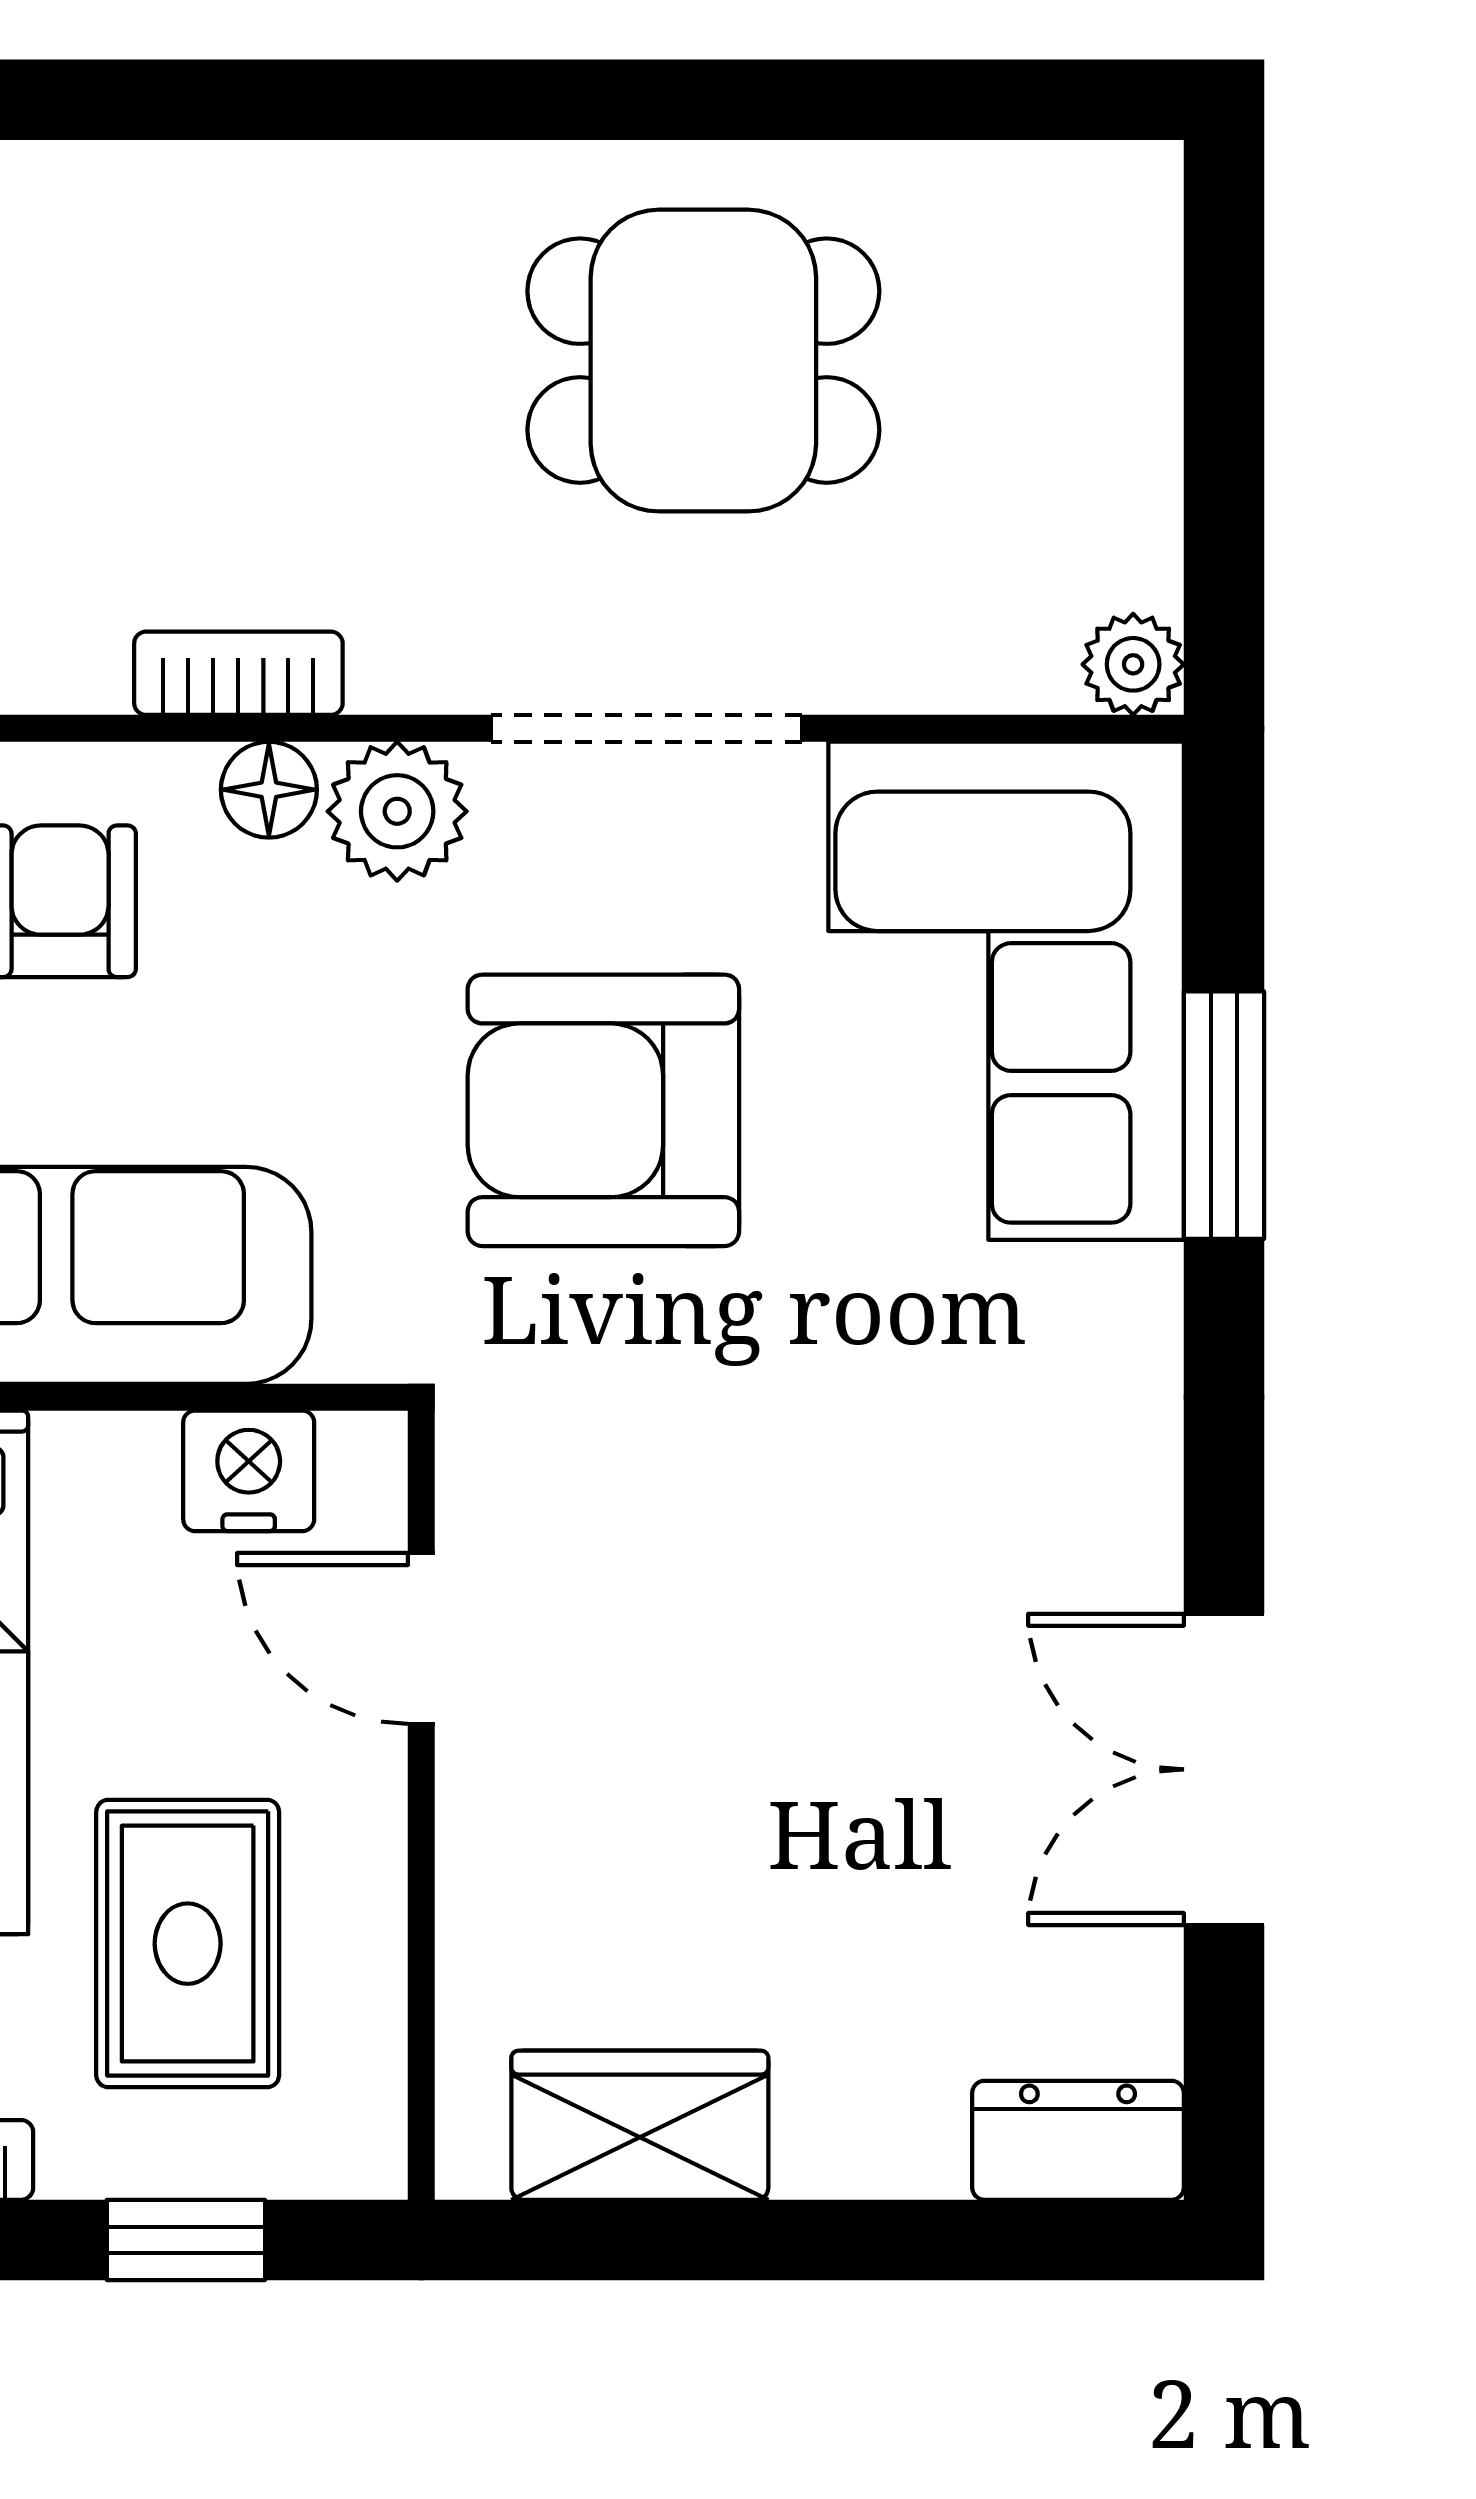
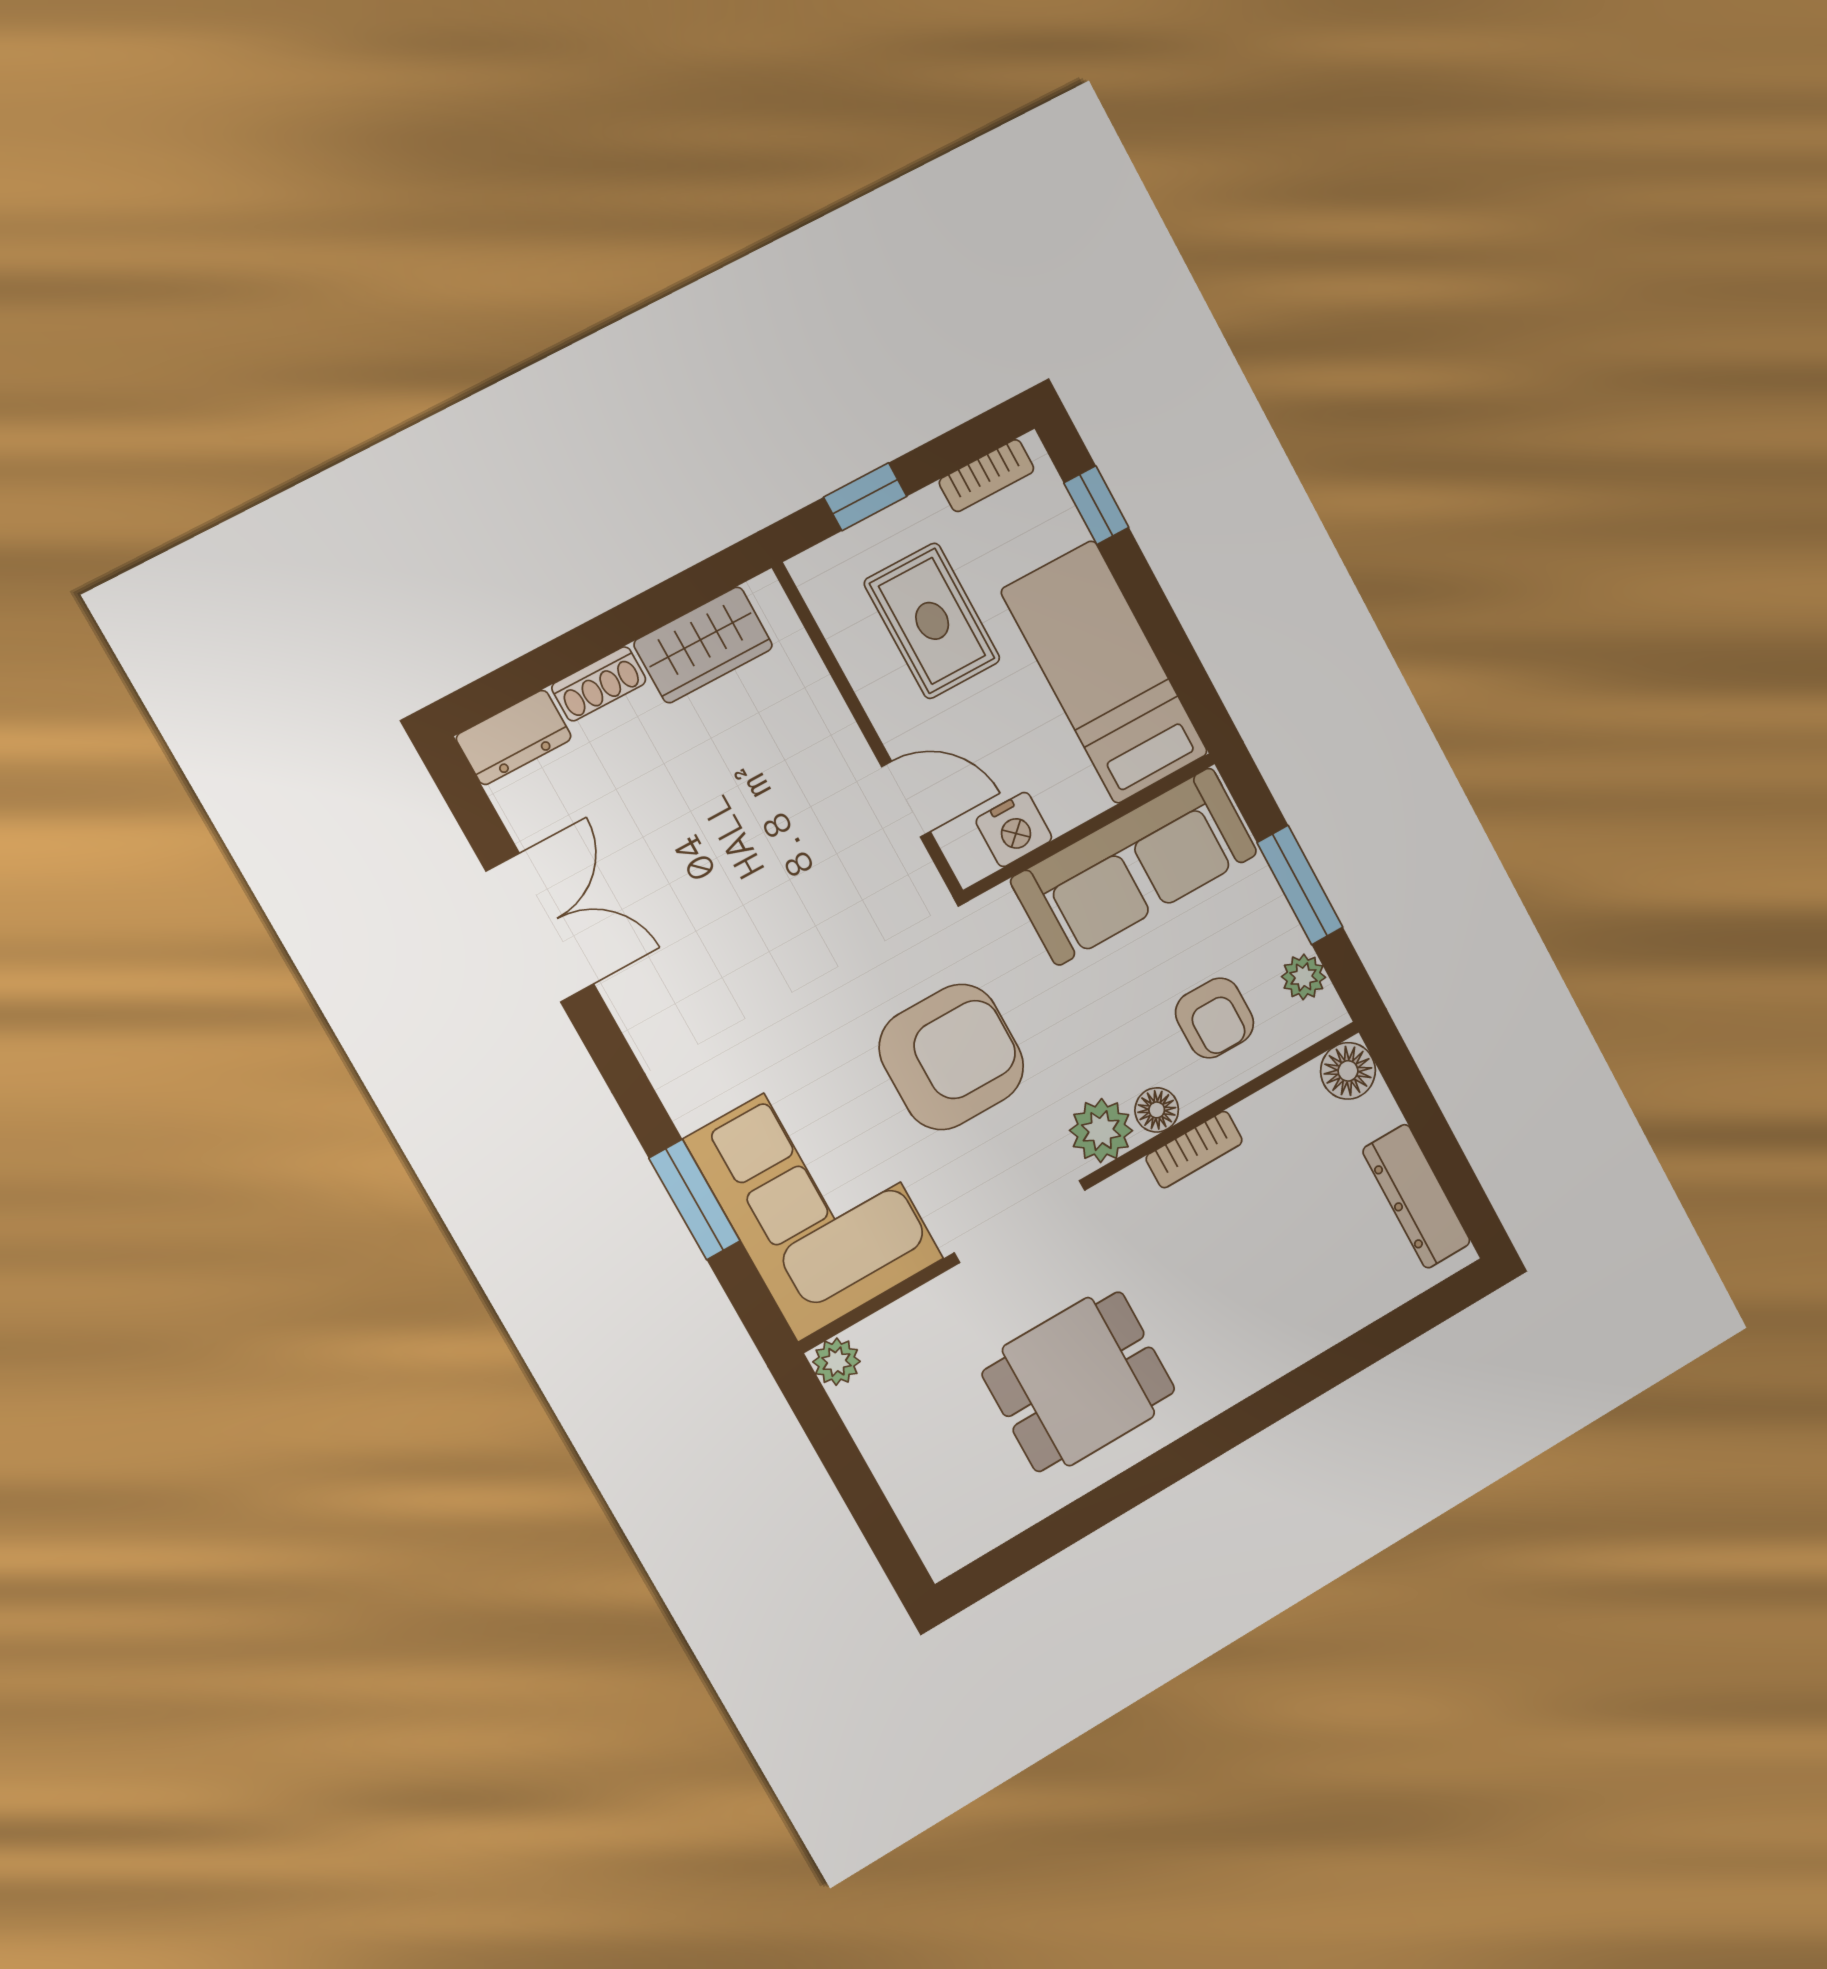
shoe rack: (870, 2155) -> (599, 684), added

